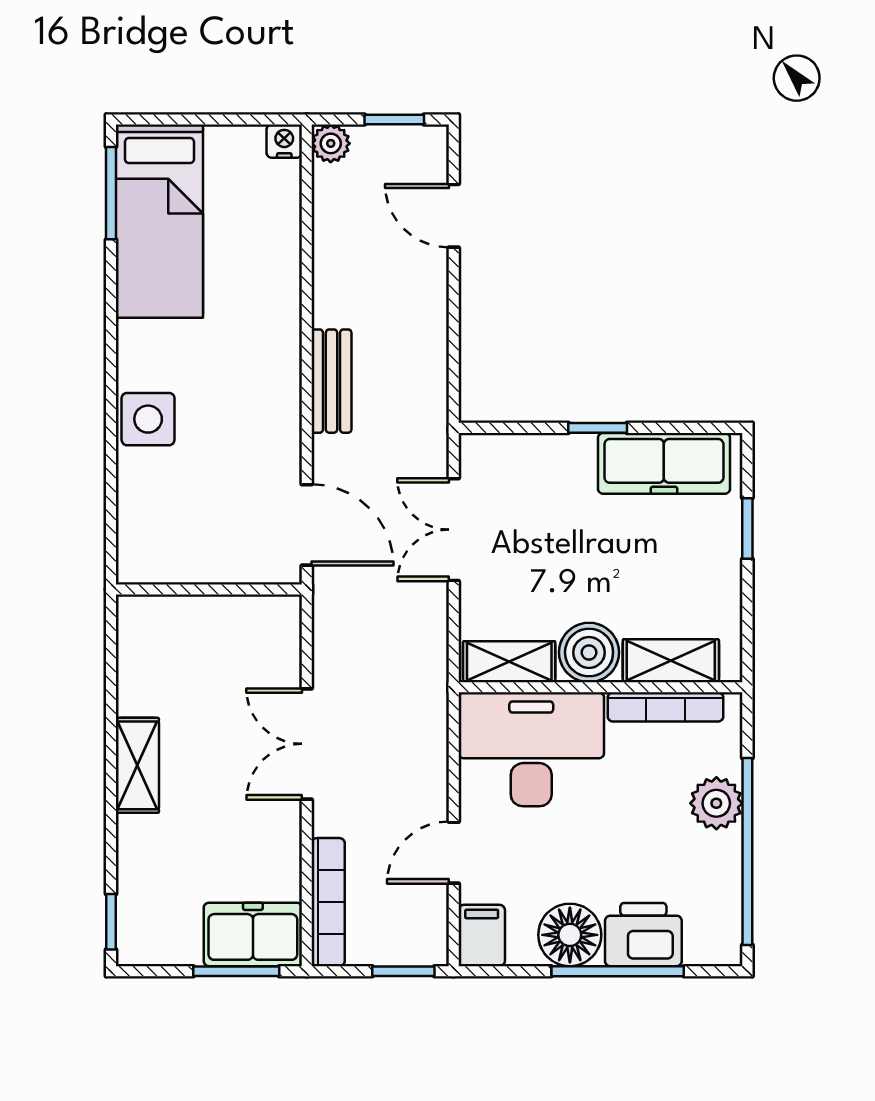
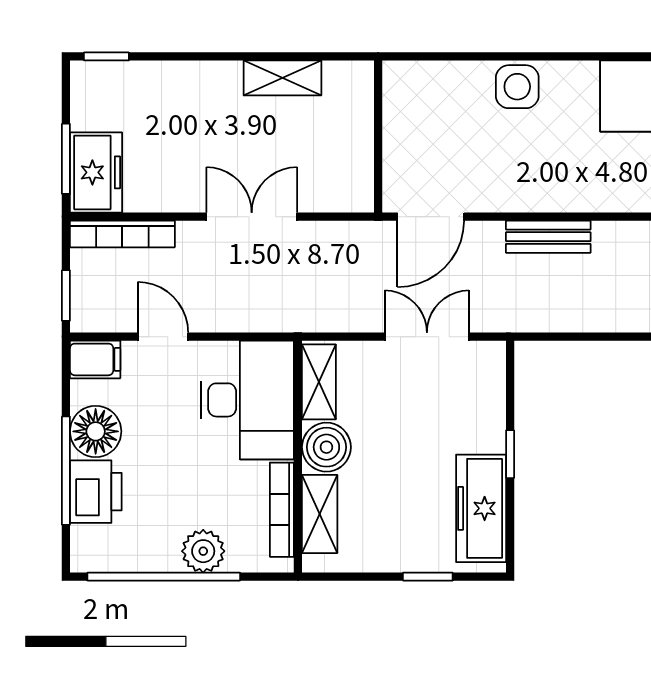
shelving: (137, 765) -> (282, 78), moved

